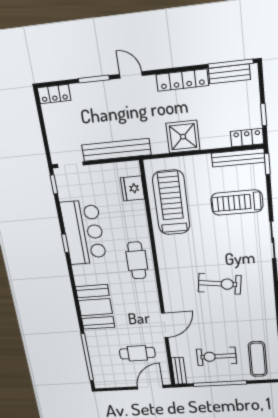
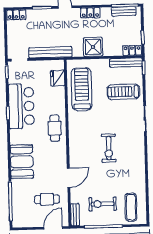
locker: (182, 80) -> (90, 13), width x0.66
exercise bike: (220, 284) -> (109, 148), turned 82

